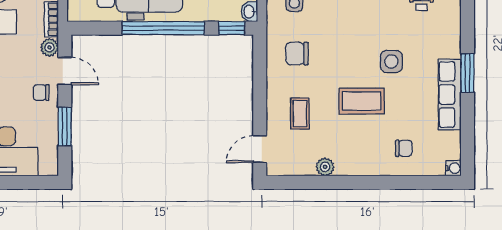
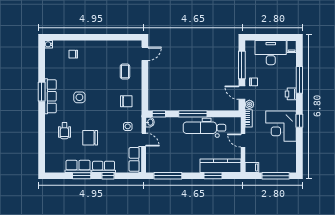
window: (163, 28) -> (193, 114), width x0.68
row of seats: (450, 95) -> (50, 96), moved
coffee table: (362, 101) -> (94, 78), removed
window: (65, 127) -> (242, 65), width x1.44
plant: (325, 167) -> (112, 45), removed

